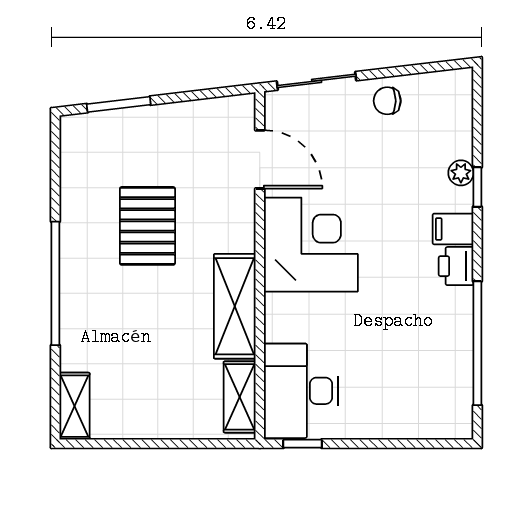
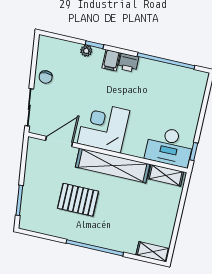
shelving: (235, 306) -> (113, 166), width x1.47

